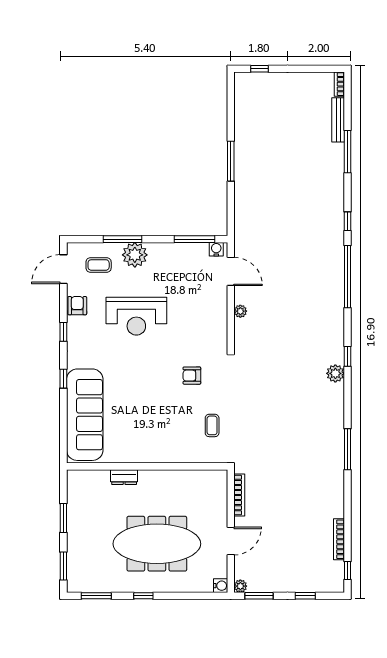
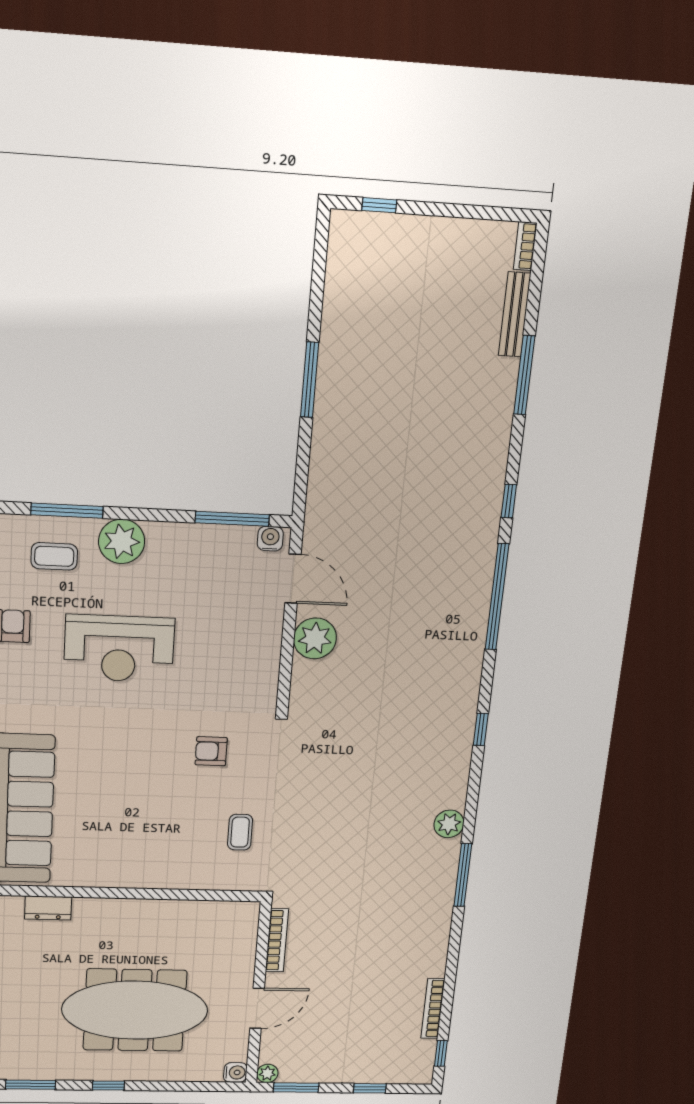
window: (122, 239) -> (67, 511), moved
plant: (240, 311) -> (315, 638), width x1.87, depth x1.87
plant: (335, 373) -> (449, 824), moved
dresser: (124, 477) -> (48, 908), moved

